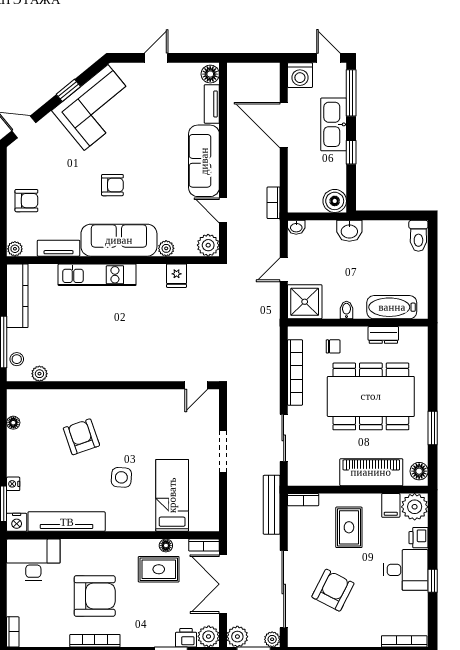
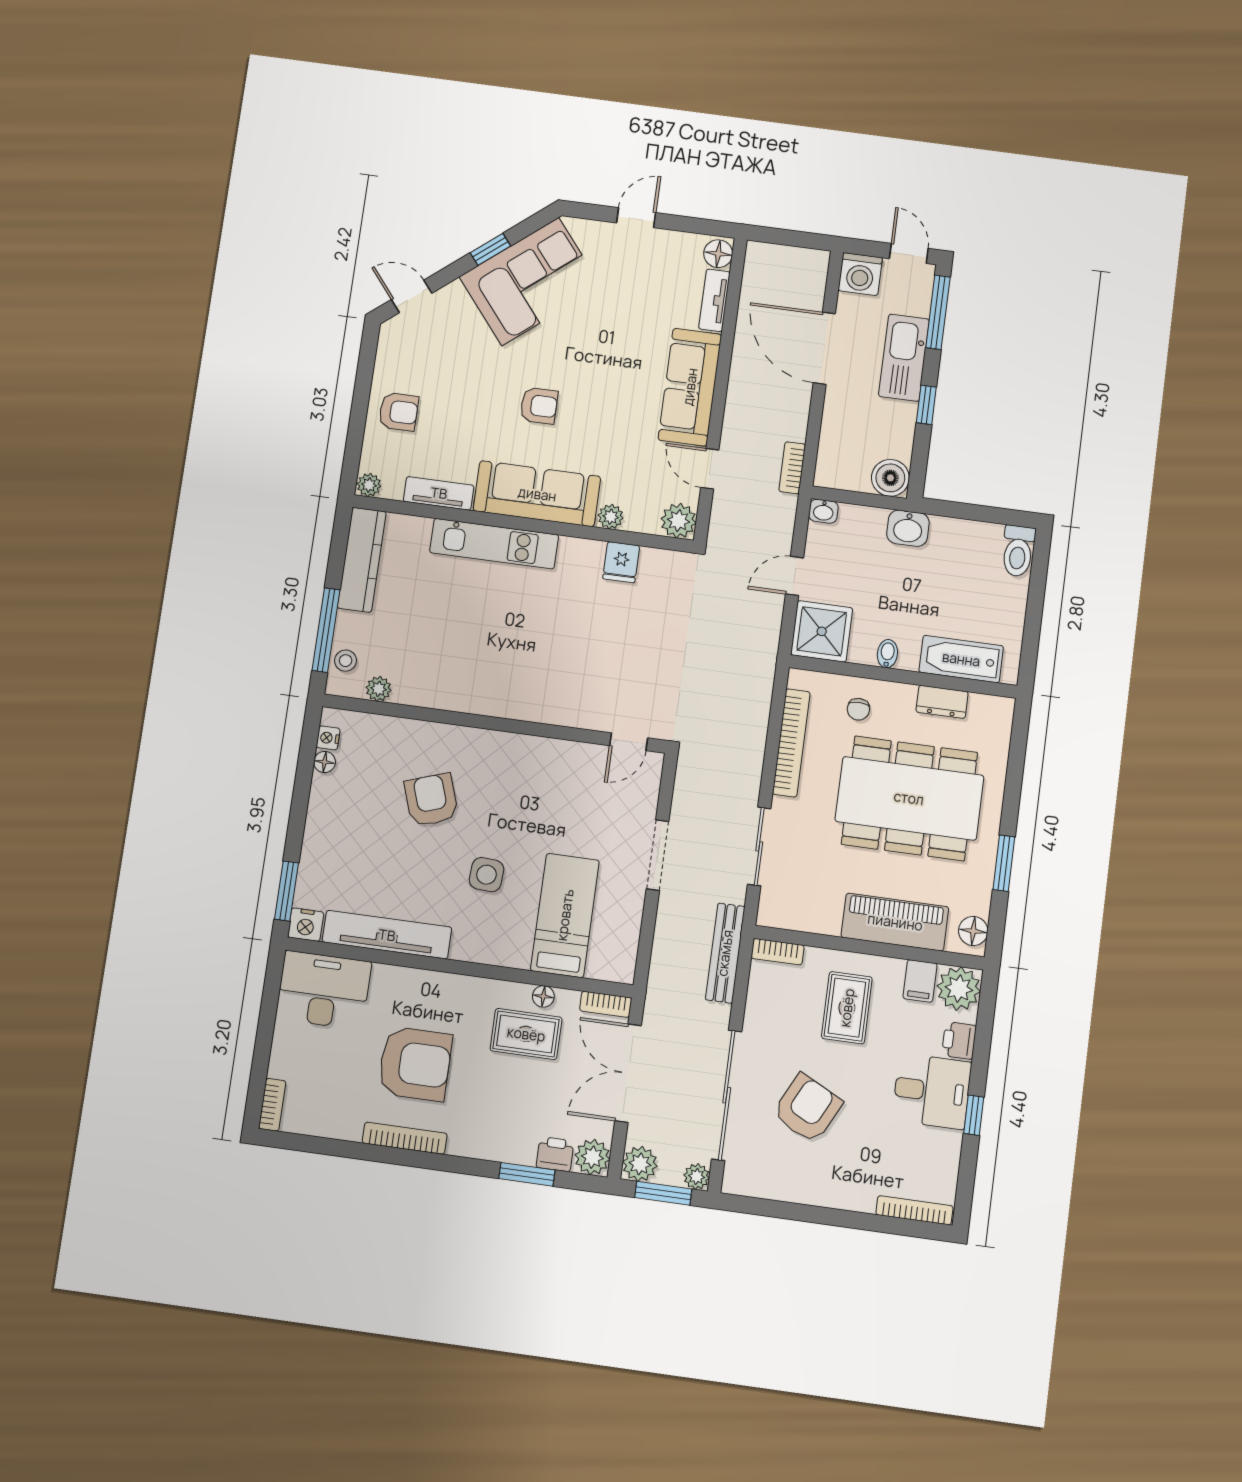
chair: (333, 346) -> (858, 709), turned 90
nightstand: (13, 484) -> (328, 738), moved

